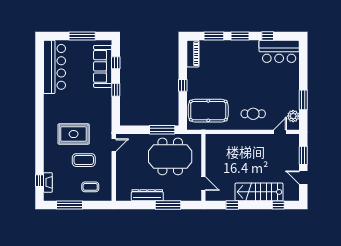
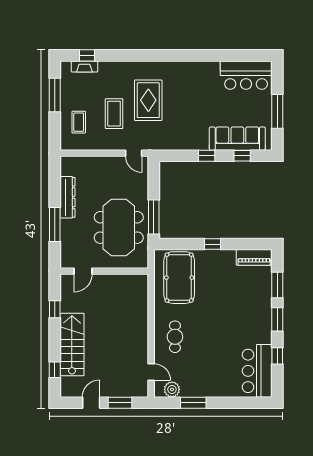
bar counter: (55, 67) -> (246, 75), width x0.73

